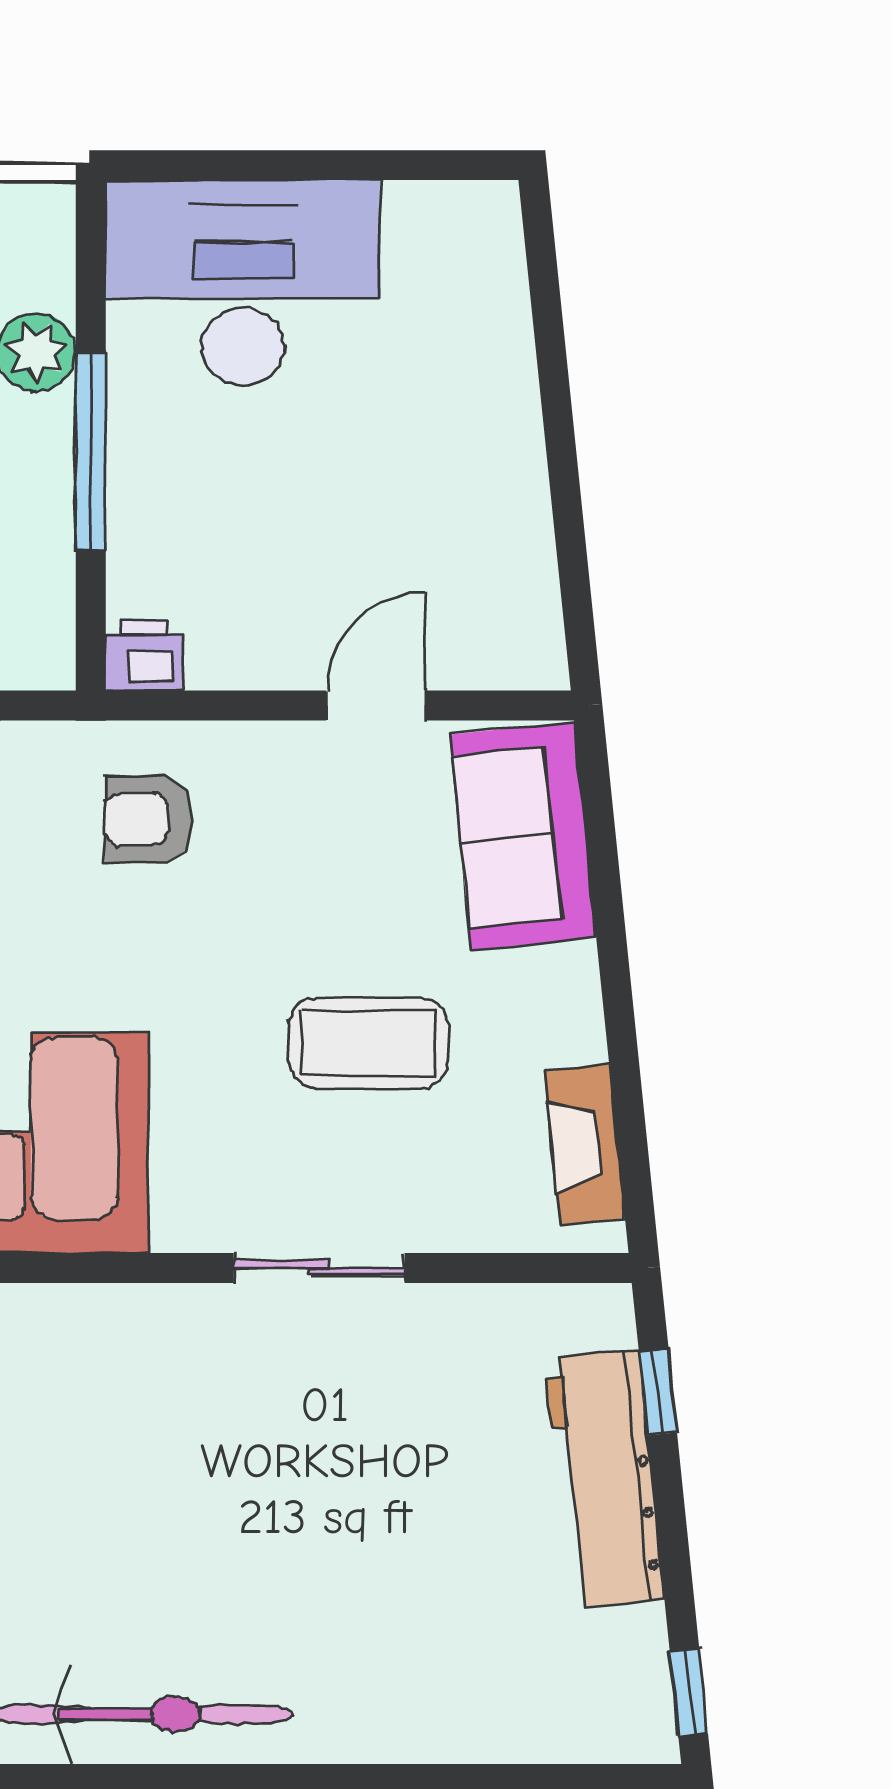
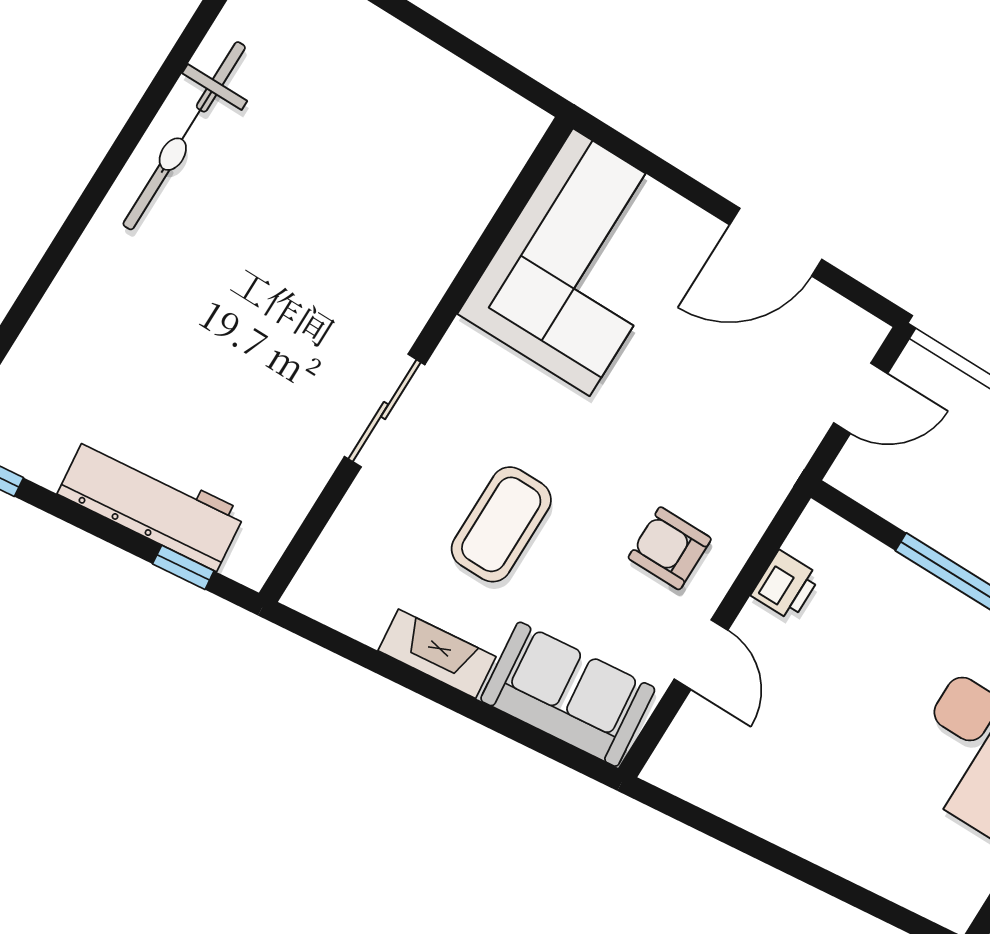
printer: (144, 656) -> (786, 585), moved
armchair: (148, 819) -> (670, 548), moved, turned -90
fireplace: (585, 1145) -> (437, 654), moved

